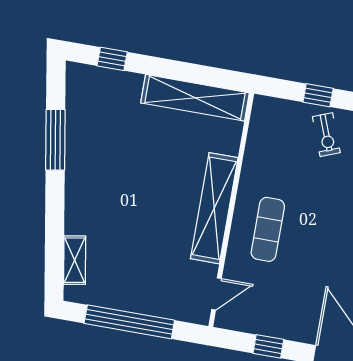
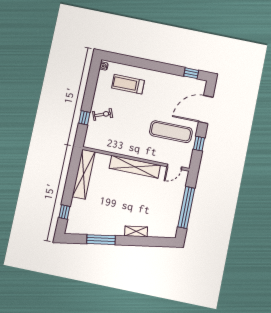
exercise mat: (268, 229) -> (171, 132), moved, width x1.36, depth x1.45
shelving: (75, 260) -> (136, 231), moved
door: (216, 294) -> (174, 167), swing flipped

